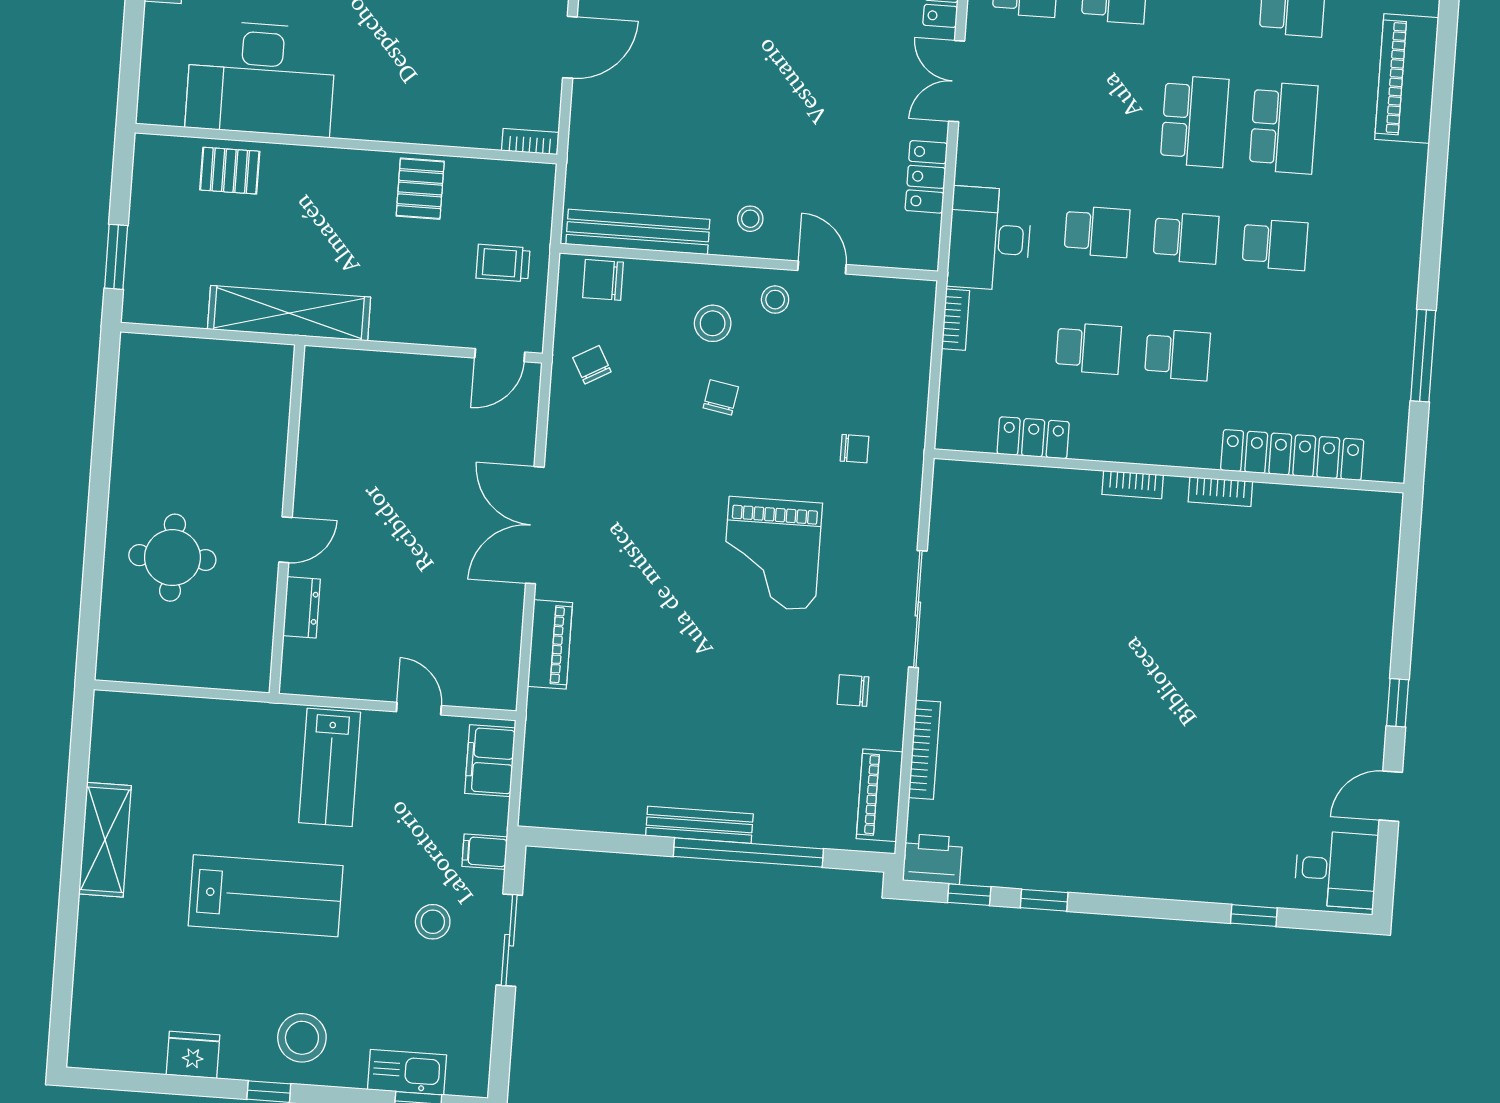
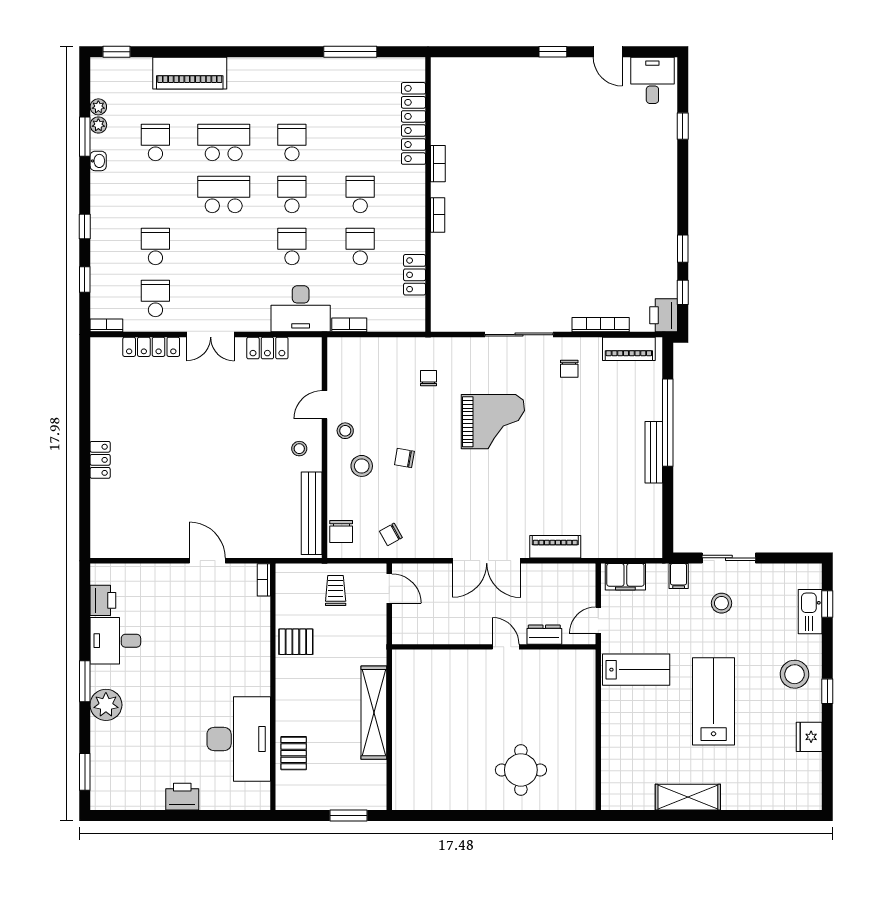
trolley: (503, 263) -> (336, 590), turned 180
wall: (287, 519) -> (494, 647), moved
door: (285, 540) -> (506, 647), moved
dresser: (302, 607) -> (544, 635), moved

